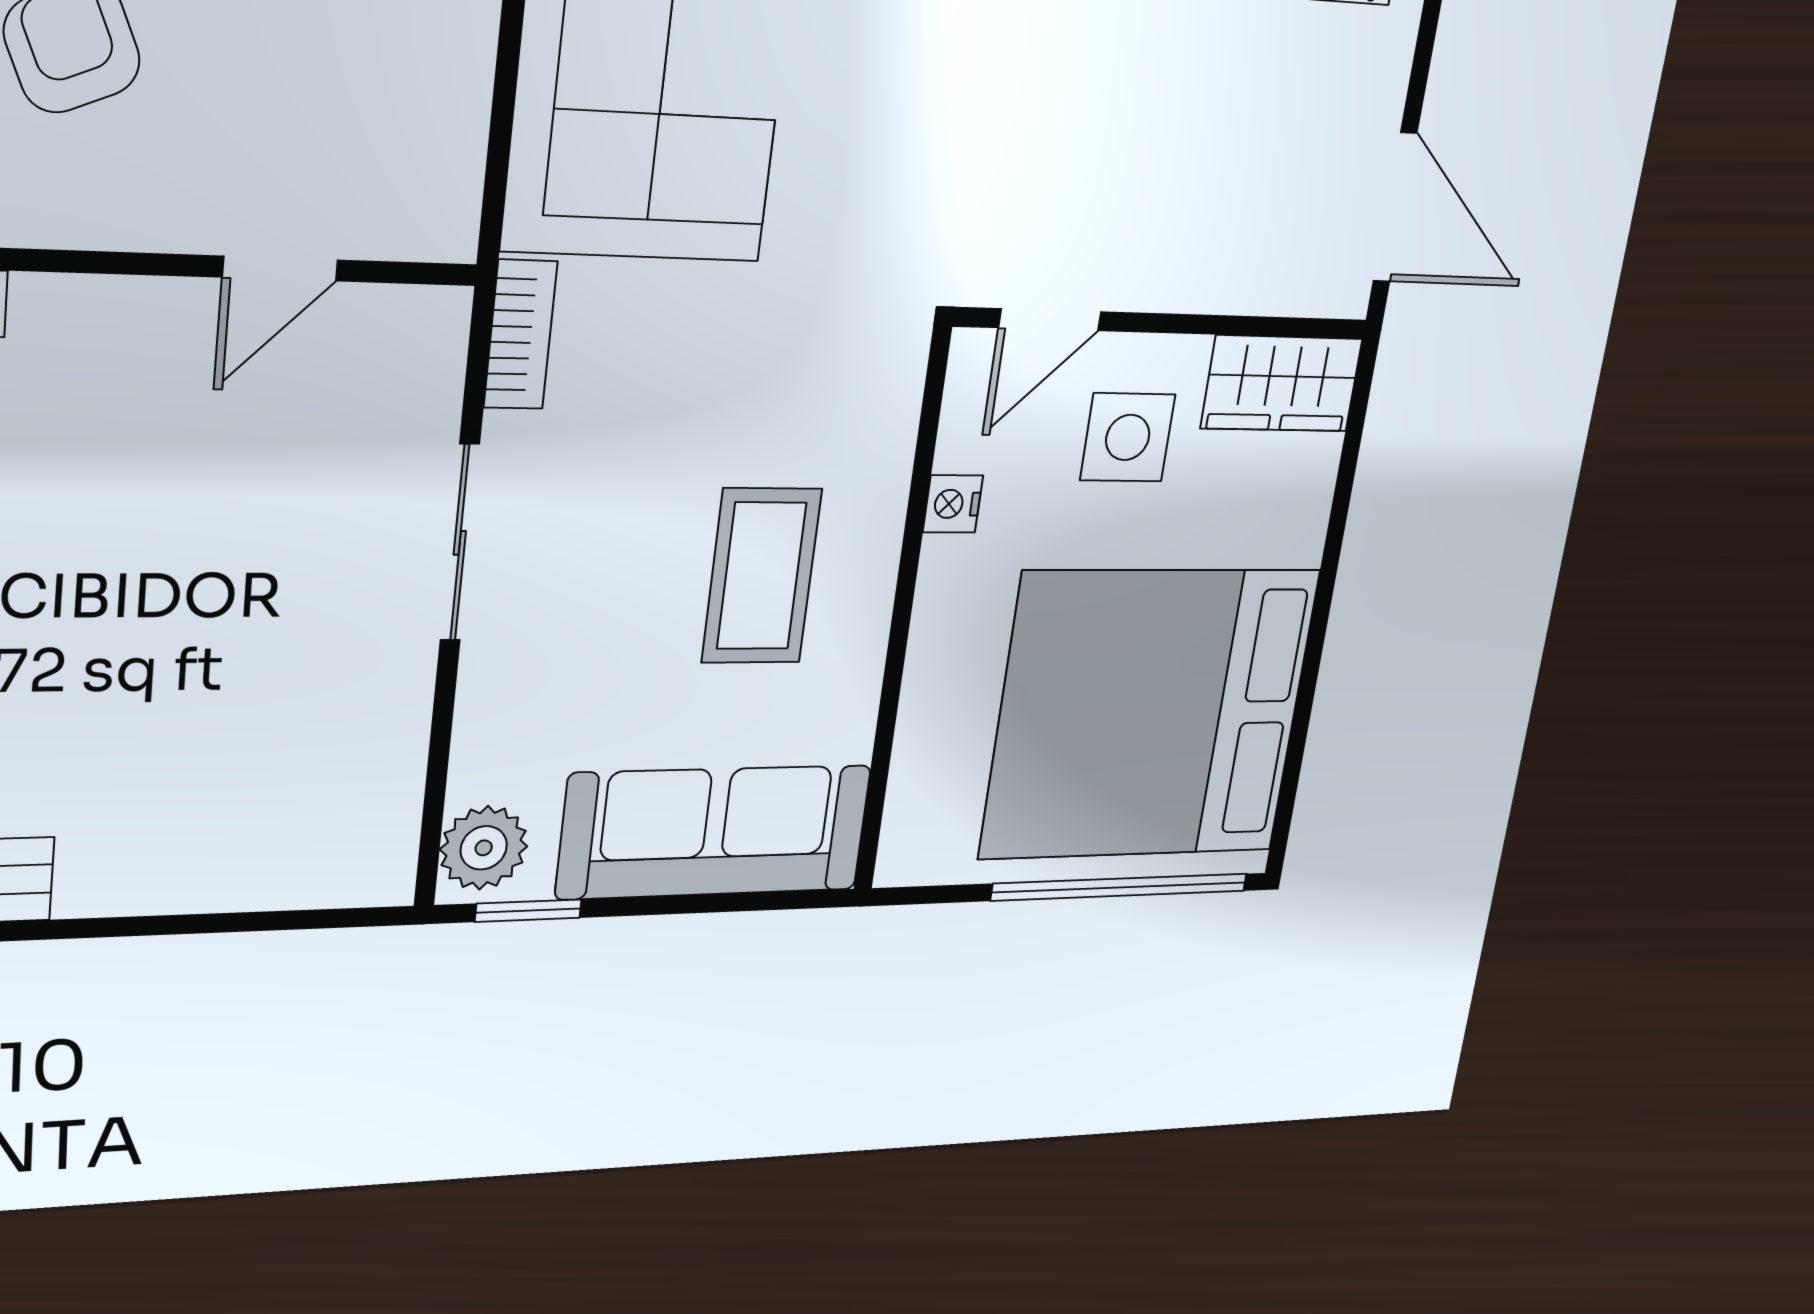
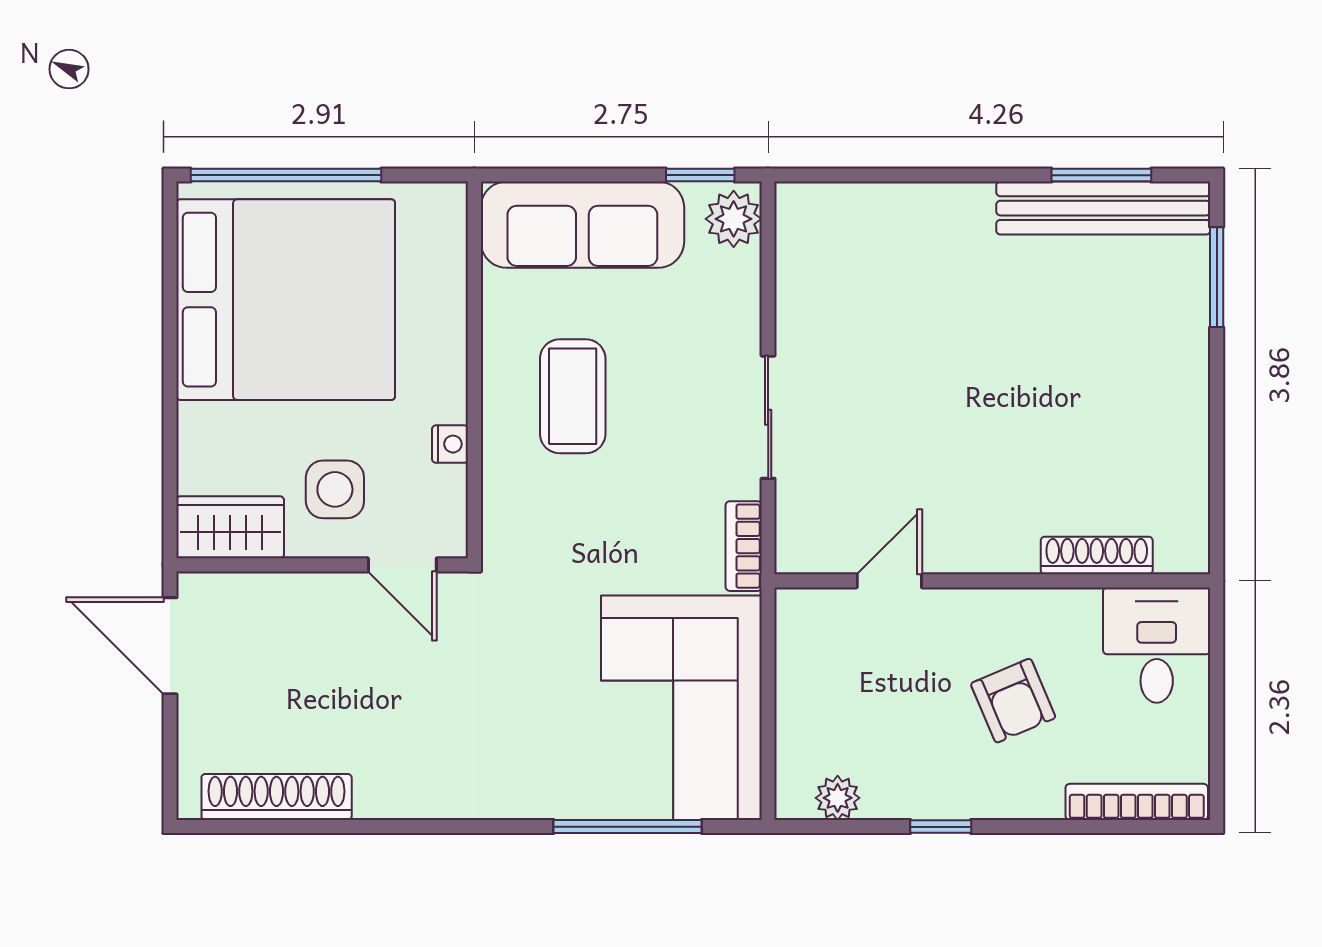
door: (1050, 320) -> (402, 565), swing flipped

